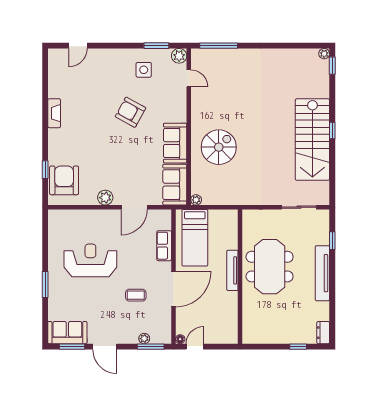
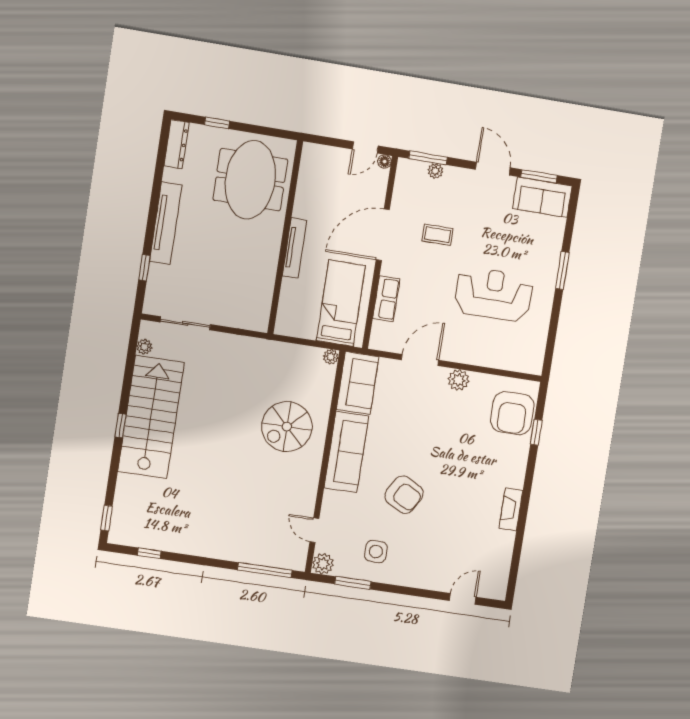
window: (300, 46) -> (149, 553), added
plant: (324, 54) -> (144, 347), moved
sofa: (175, 143) -> (346, 452), width x1.36
reception desk: (90, 260) -> (493, 294), turned 180
meeting table: (270, 267) -> (250, 180), moved
dresser: (323, 333) -> (177, 144), width x1.44

